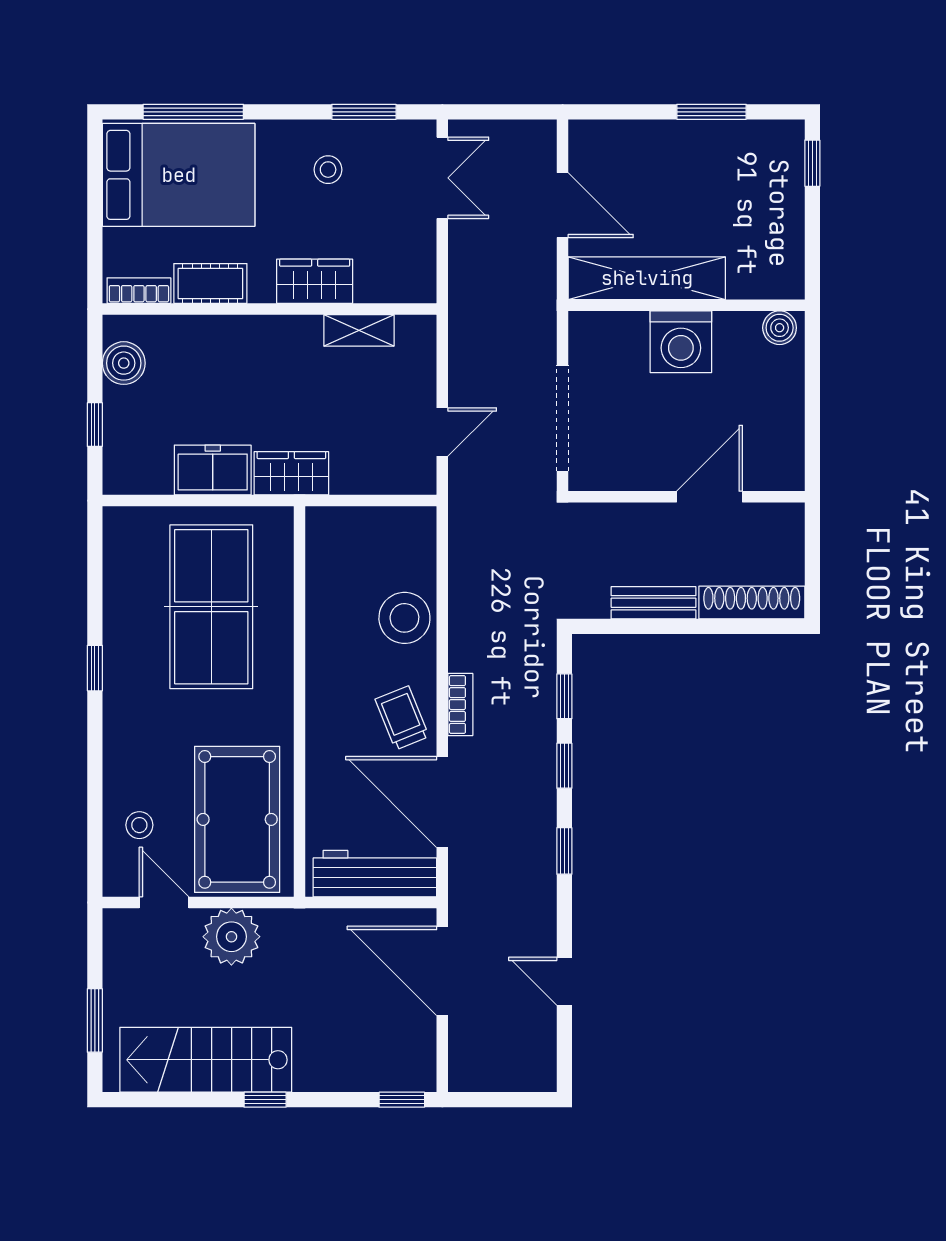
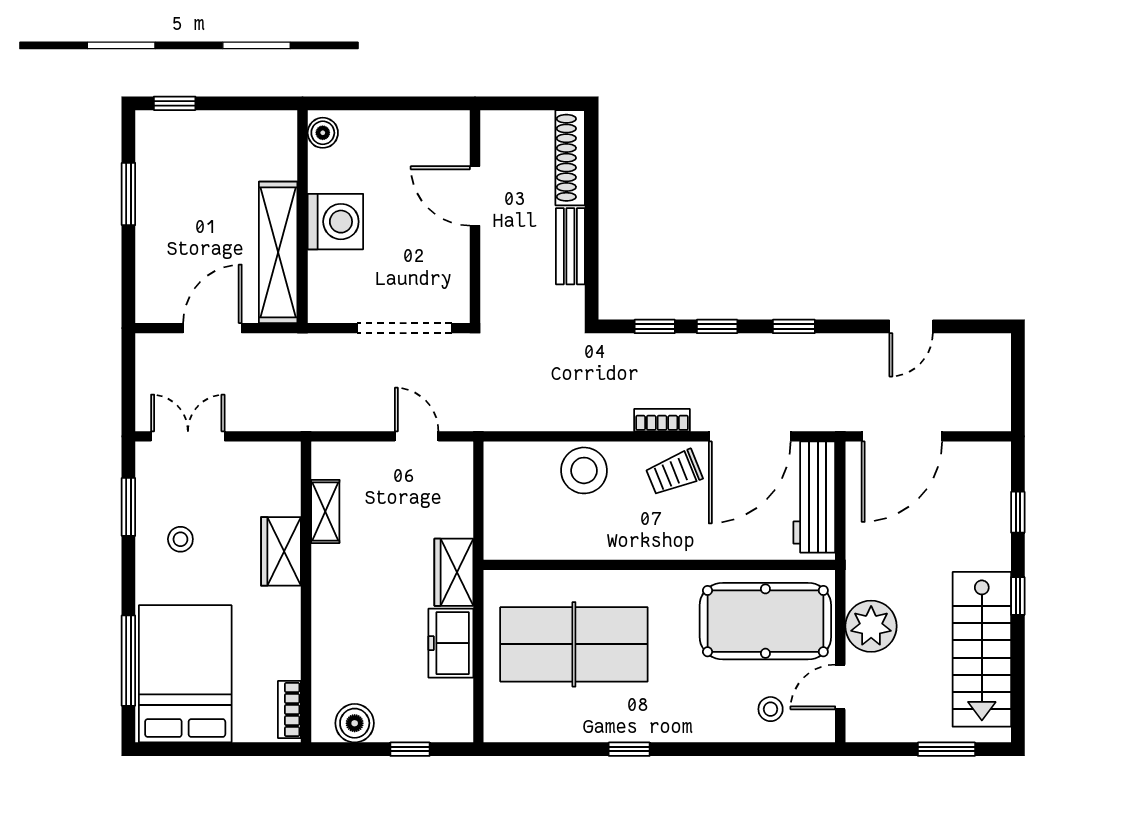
cot: (210, 283) -> (283, 645), removed
window: (402, 1100) -> (1018, 512), moved

